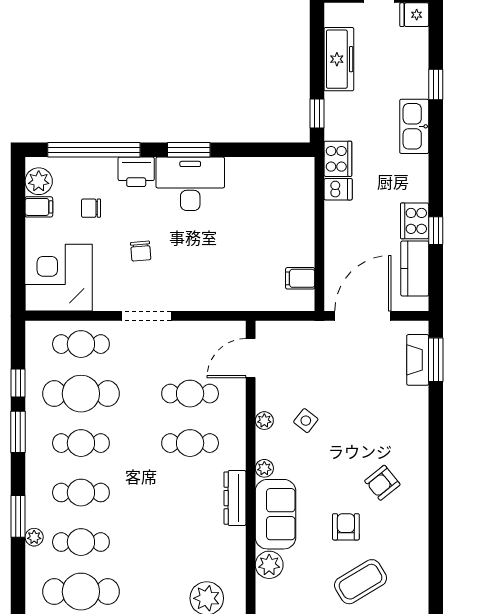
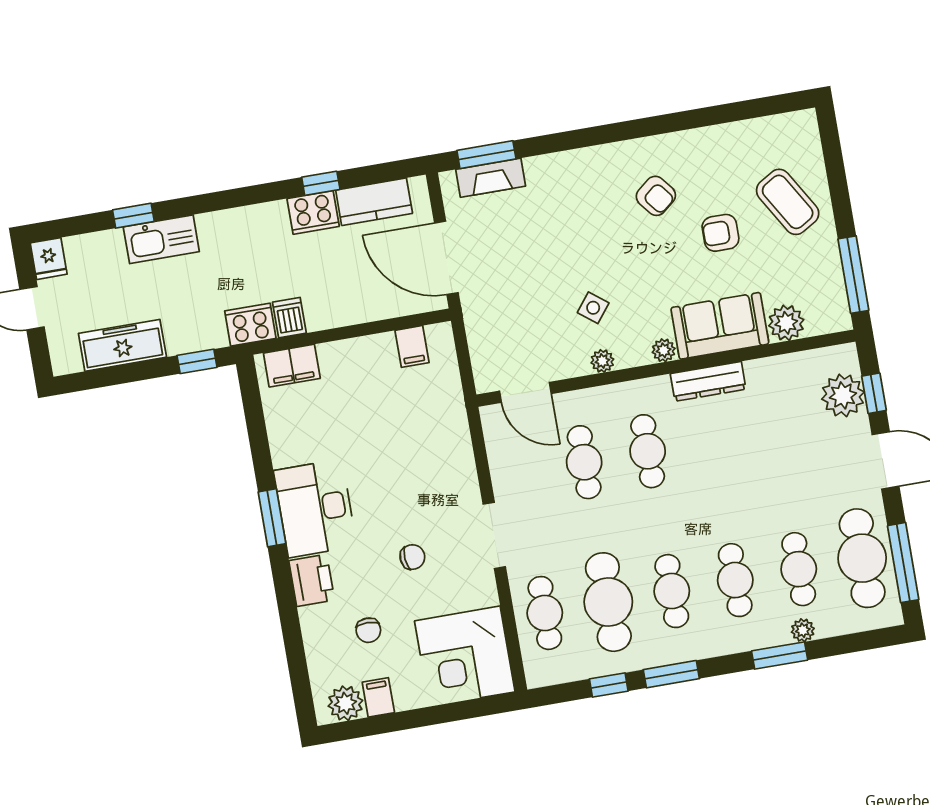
kitchen sink: (414, 126) -> (161, 239), moved
window: (94, 150) -> (293, 639), removed
filing cabinet: (301, 185) -> (292, 366), added

